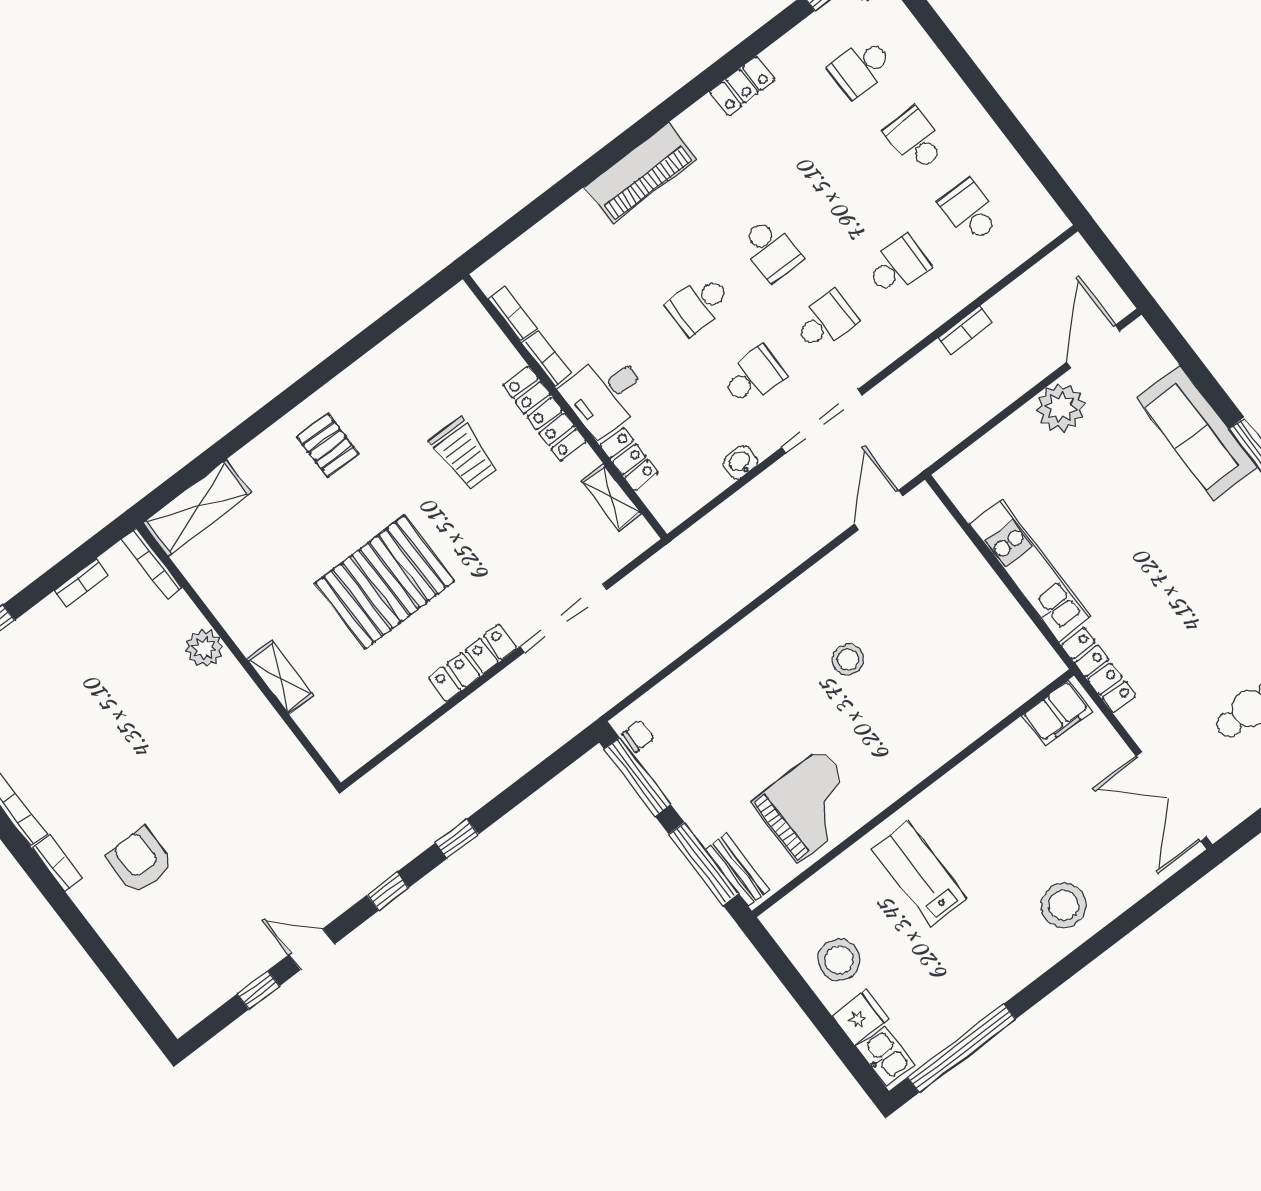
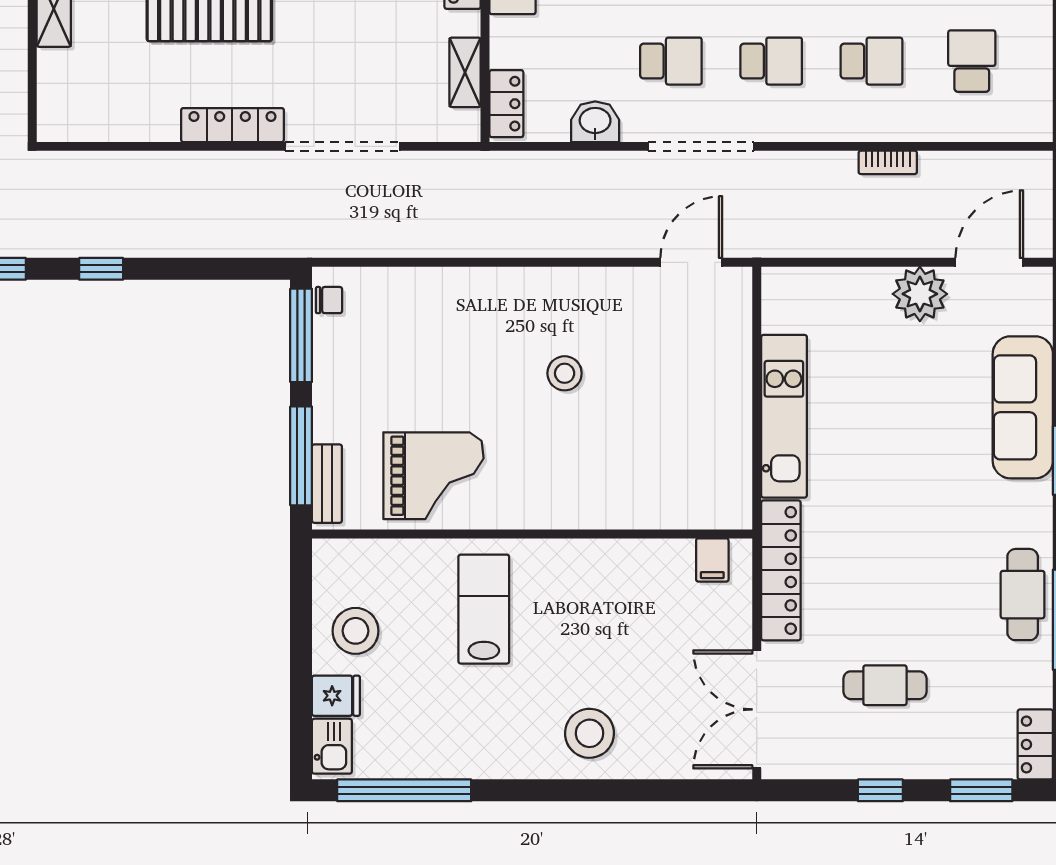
locker: (629, 459) -> (506, 104), moved
washbasin: (740, 462) -> (595, 122), width x1.38, depth x1.45
locker: (1098, 670) -> (781, 570), width x1.41, depth x1.21
filing cabinet: (1057, 713) -> (712, 560), width x0.50

